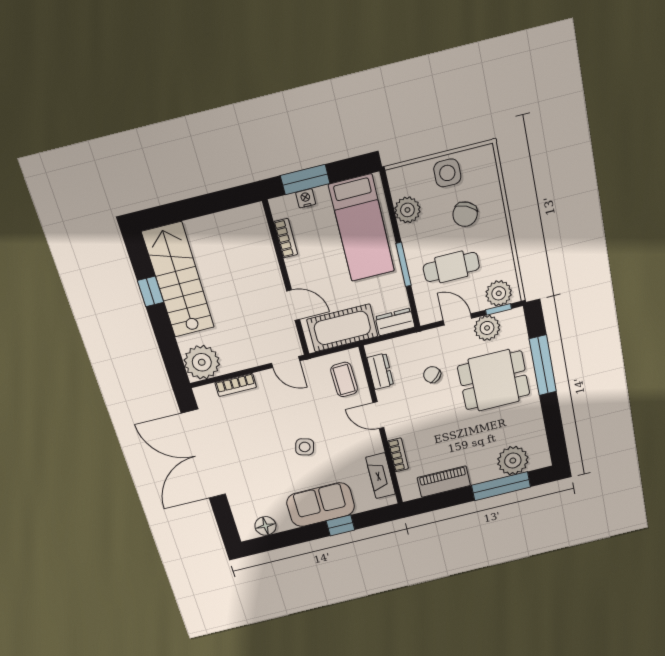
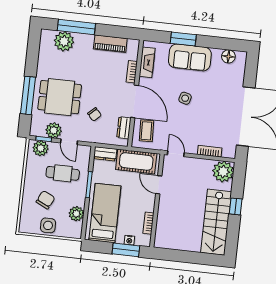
window: (151, 291) -> (236, 206), moved
door: (378, 415) -> (135, 101), width x1.87
window: (340, 525) -> (183, 39), width x1.50

